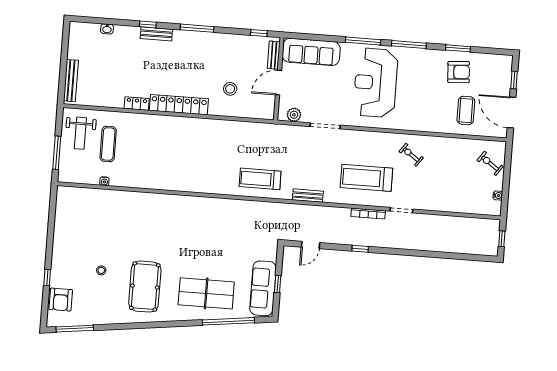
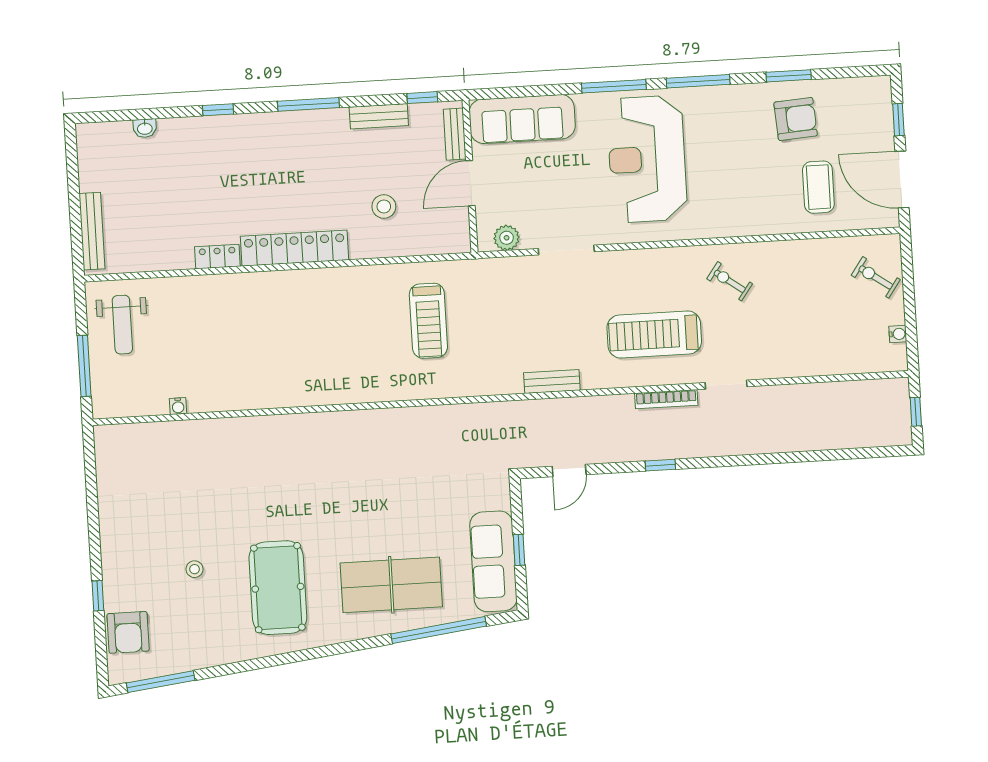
bench: (156, 34) -> (379, 116), moved
exercise mat: (108, 144) -> (176, 337), removed
treadmill: (260, 179) -> (428, 321), moved, turned -90

